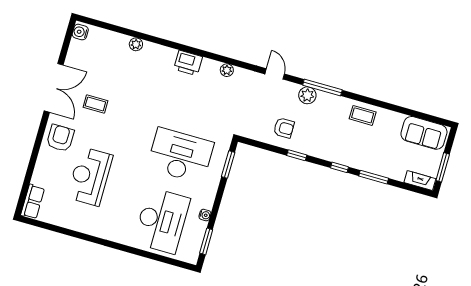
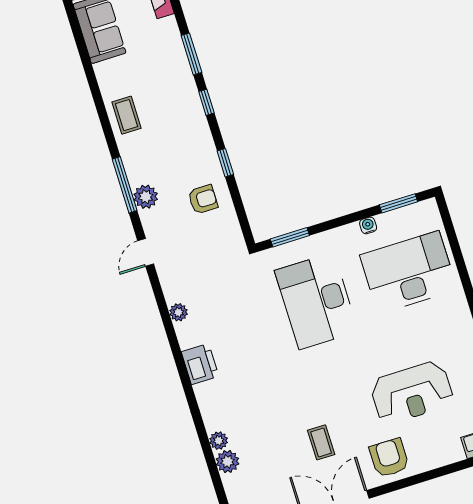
plant: (120, 42) -> (227, 462), added
armchair: (284, 128) -> (203, 199), turned 90
armchair: (60, 138) -> (389, 458), turned 90

